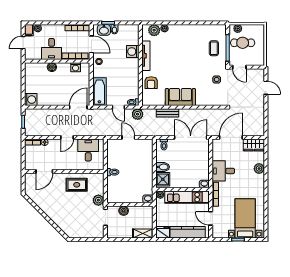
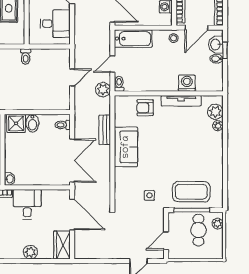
coffee table: (214, 48) -> (191, 192), width x1.86, depth x1.72
door: (239, 67) -> (166, 241), moved

